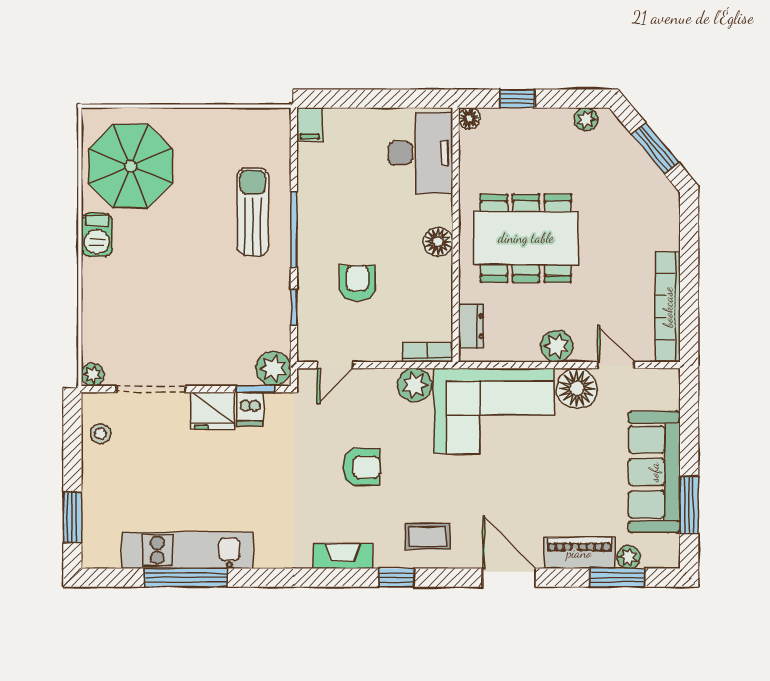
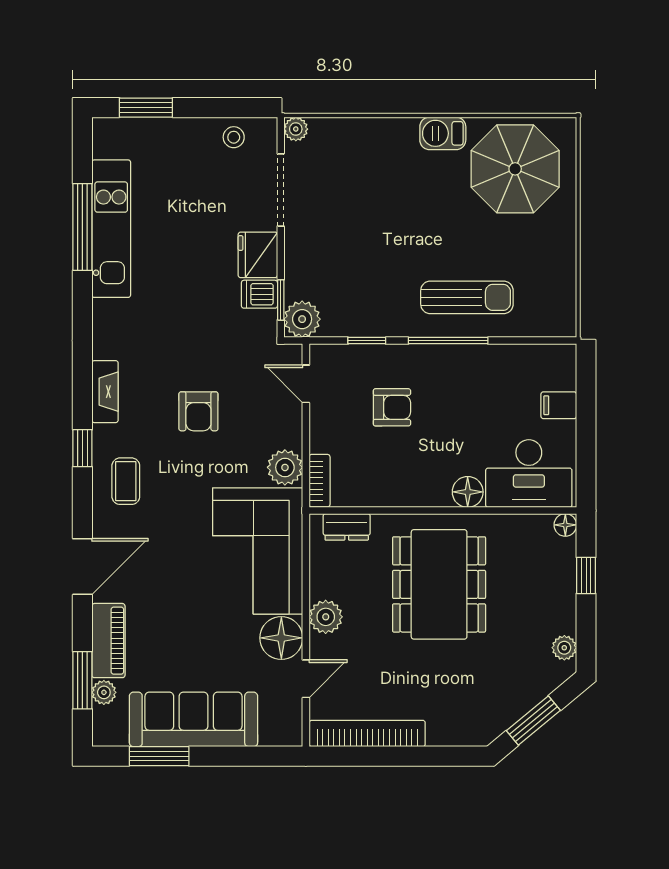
filing cabinet: (310, 124) -> (559, 405), moved
floor lamp: (438, 242) -> (468, 492), moved

